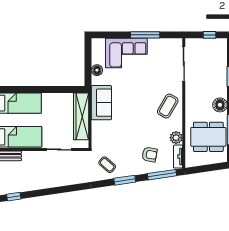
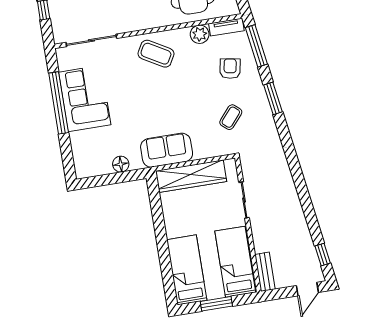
window: (145, 35) -> (59, 103), width x1.46
corner sofa: (126, 53) -> (85, 98), moved
coffee table: (107, 165) -> (231, 117), moved

